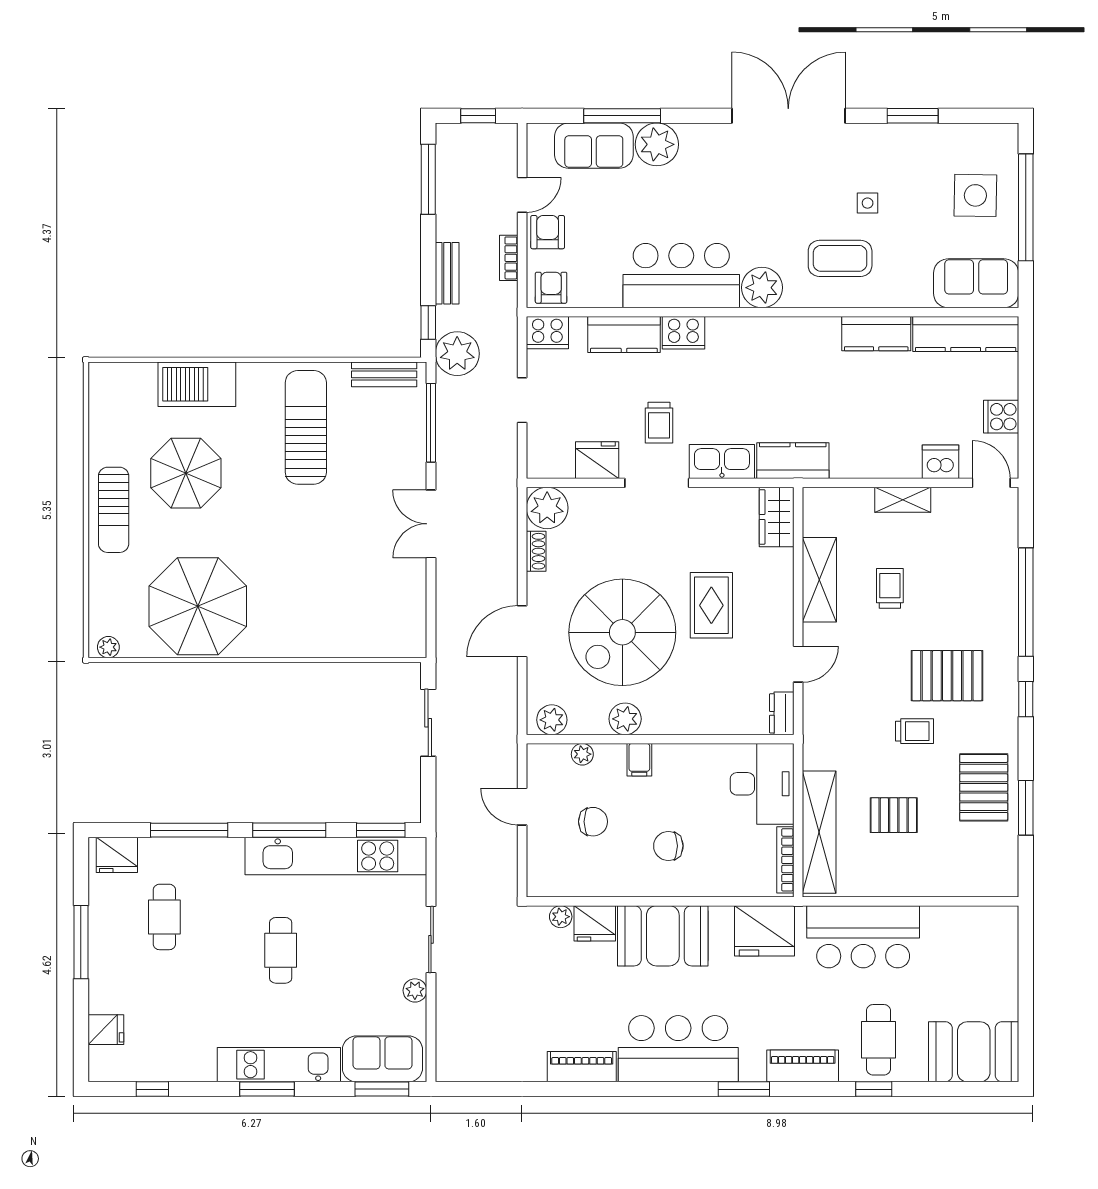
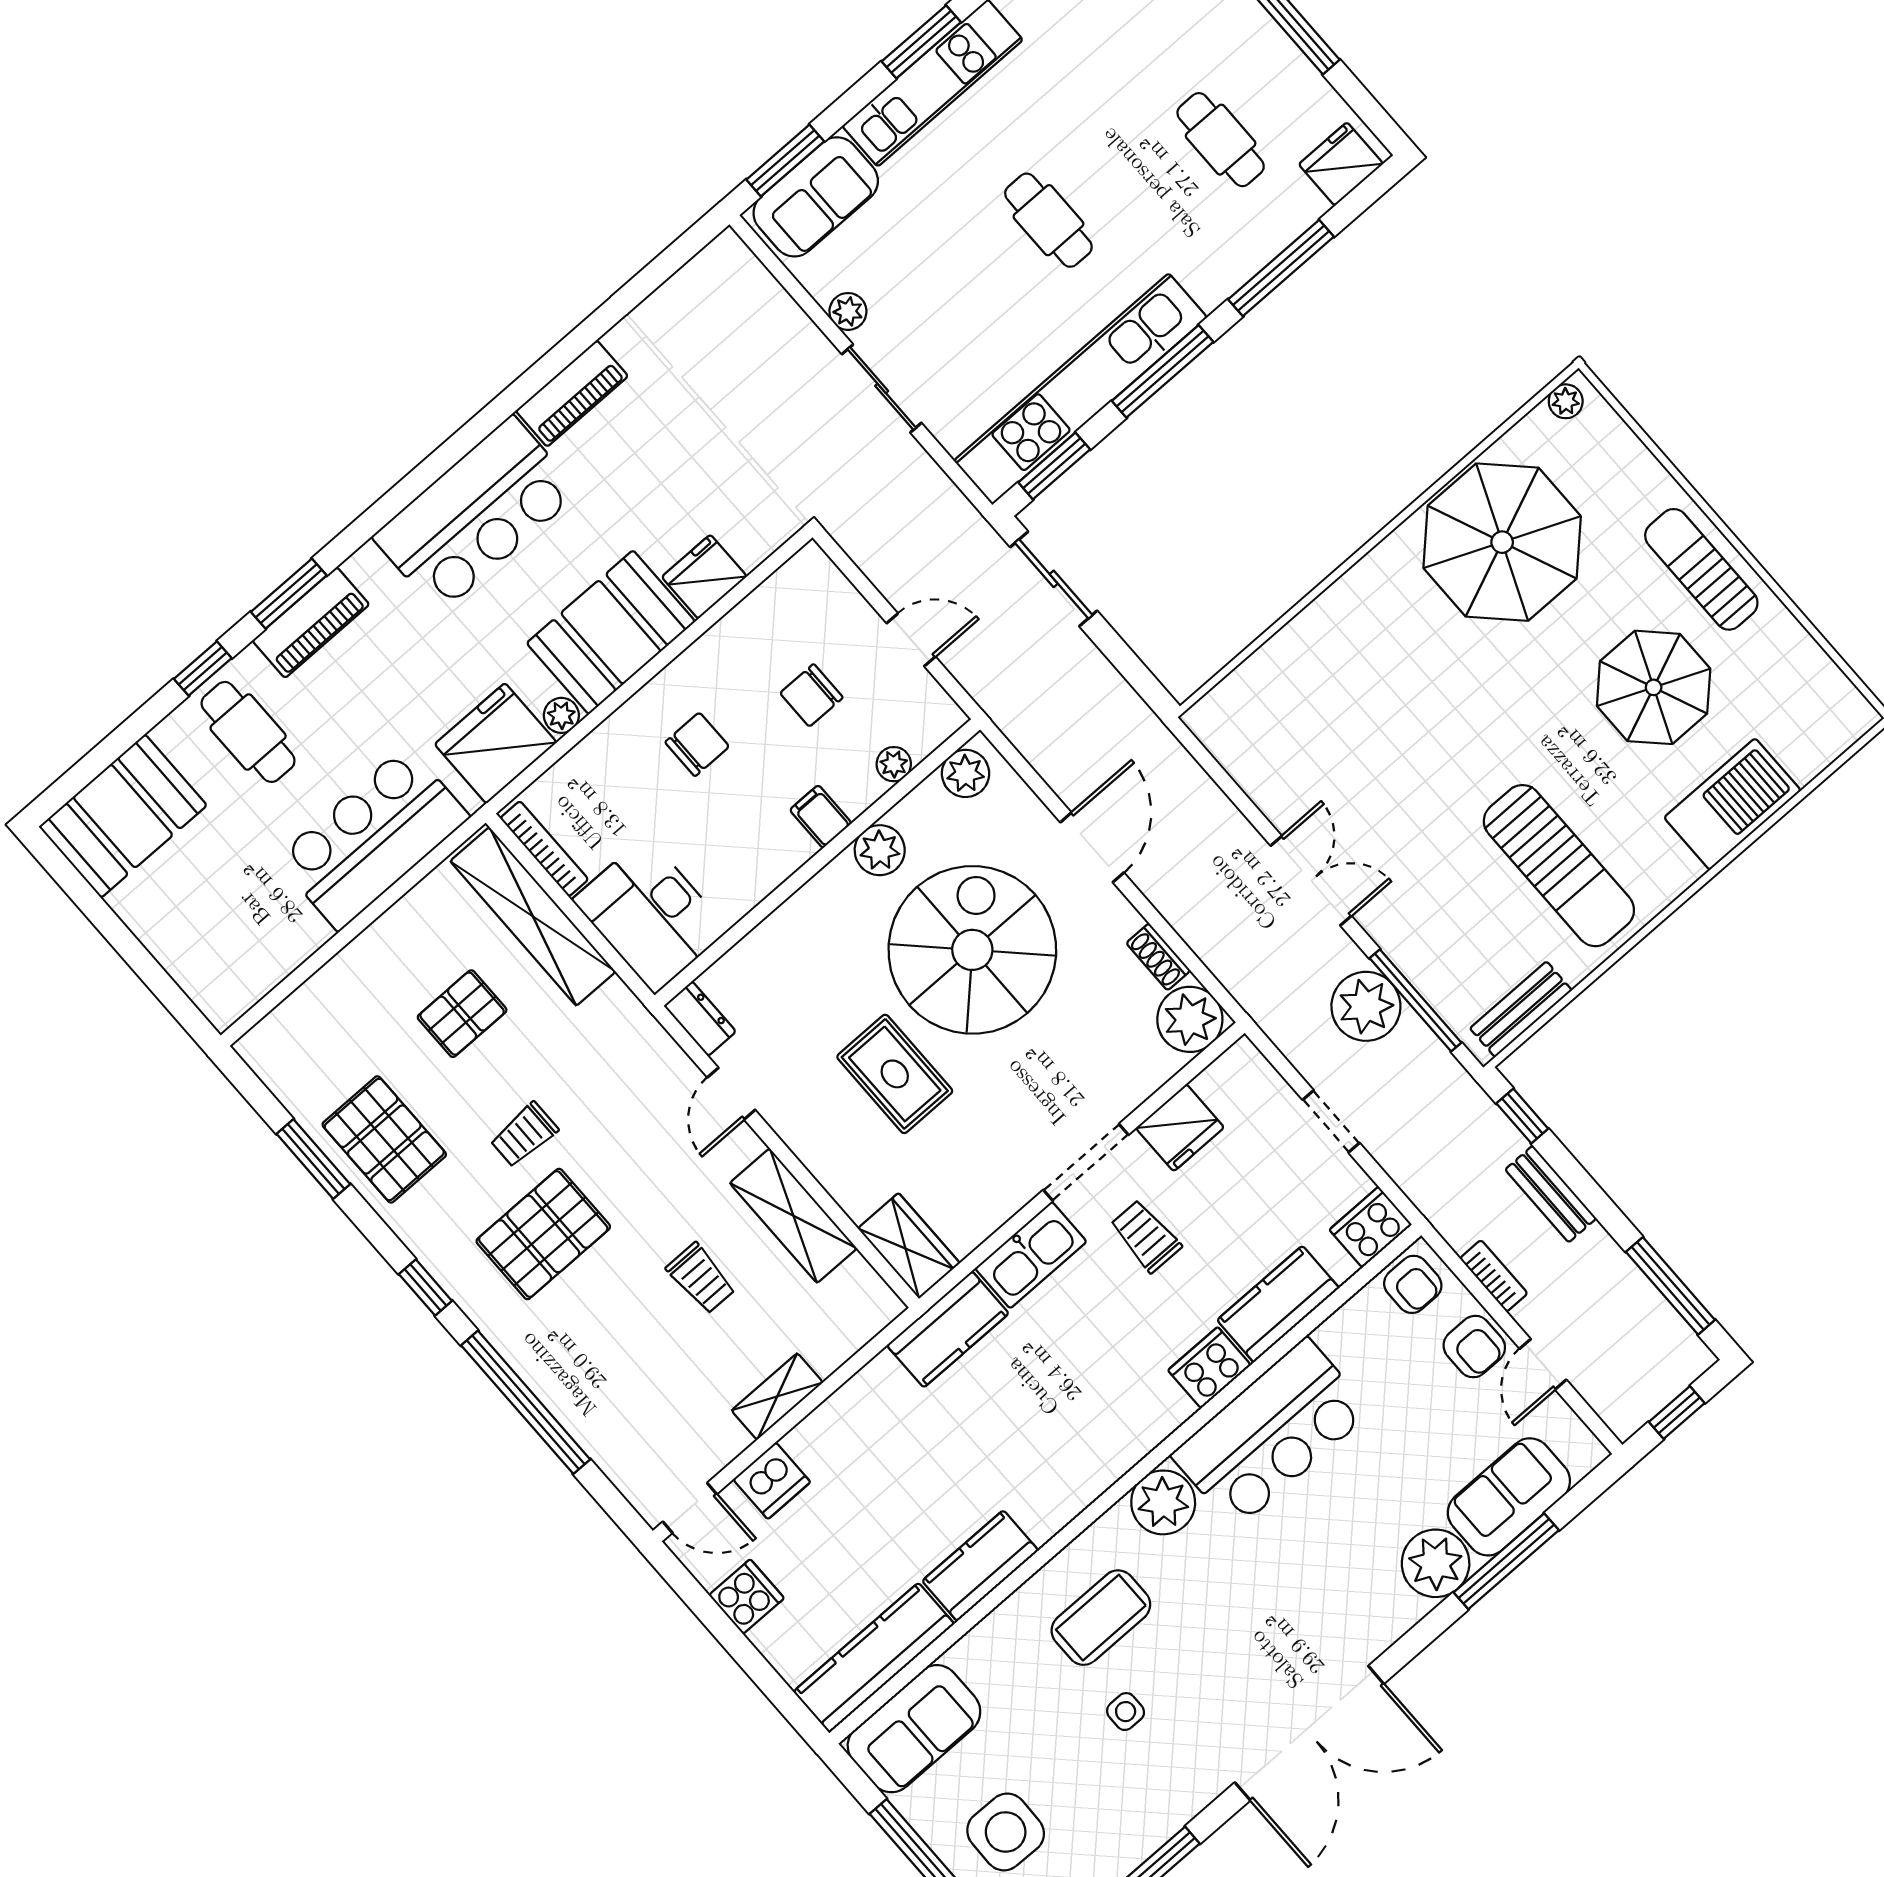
plant: (457, 354) -> (1366, 1006), moved
sliding door: (428, 723) -> (1054, 579), moved
plant: (561, 917) -> (561, 715), moved
window: (744, 1089) -> (289, 594), moved

